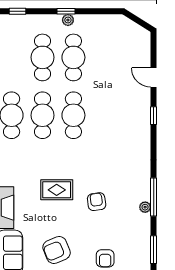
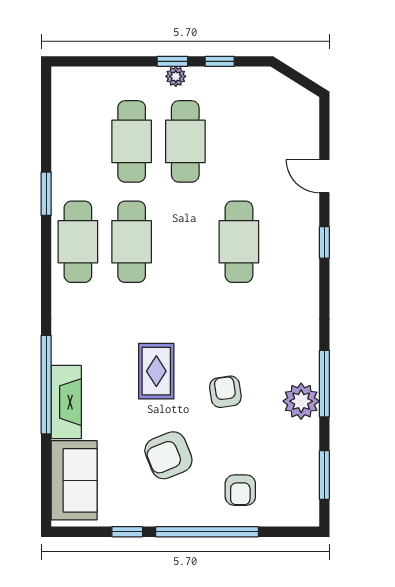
window: (17, 11) -> (220, 61), moved
cafe table: (73, 115) -> (239, 242), moved
rug: (57, 190) -> (156, 371), turned 90
plant: (145, 207) -> (301, 401), width x1.88, depth x1.88
armchair: (57, 250) -> (168, 455), moved

